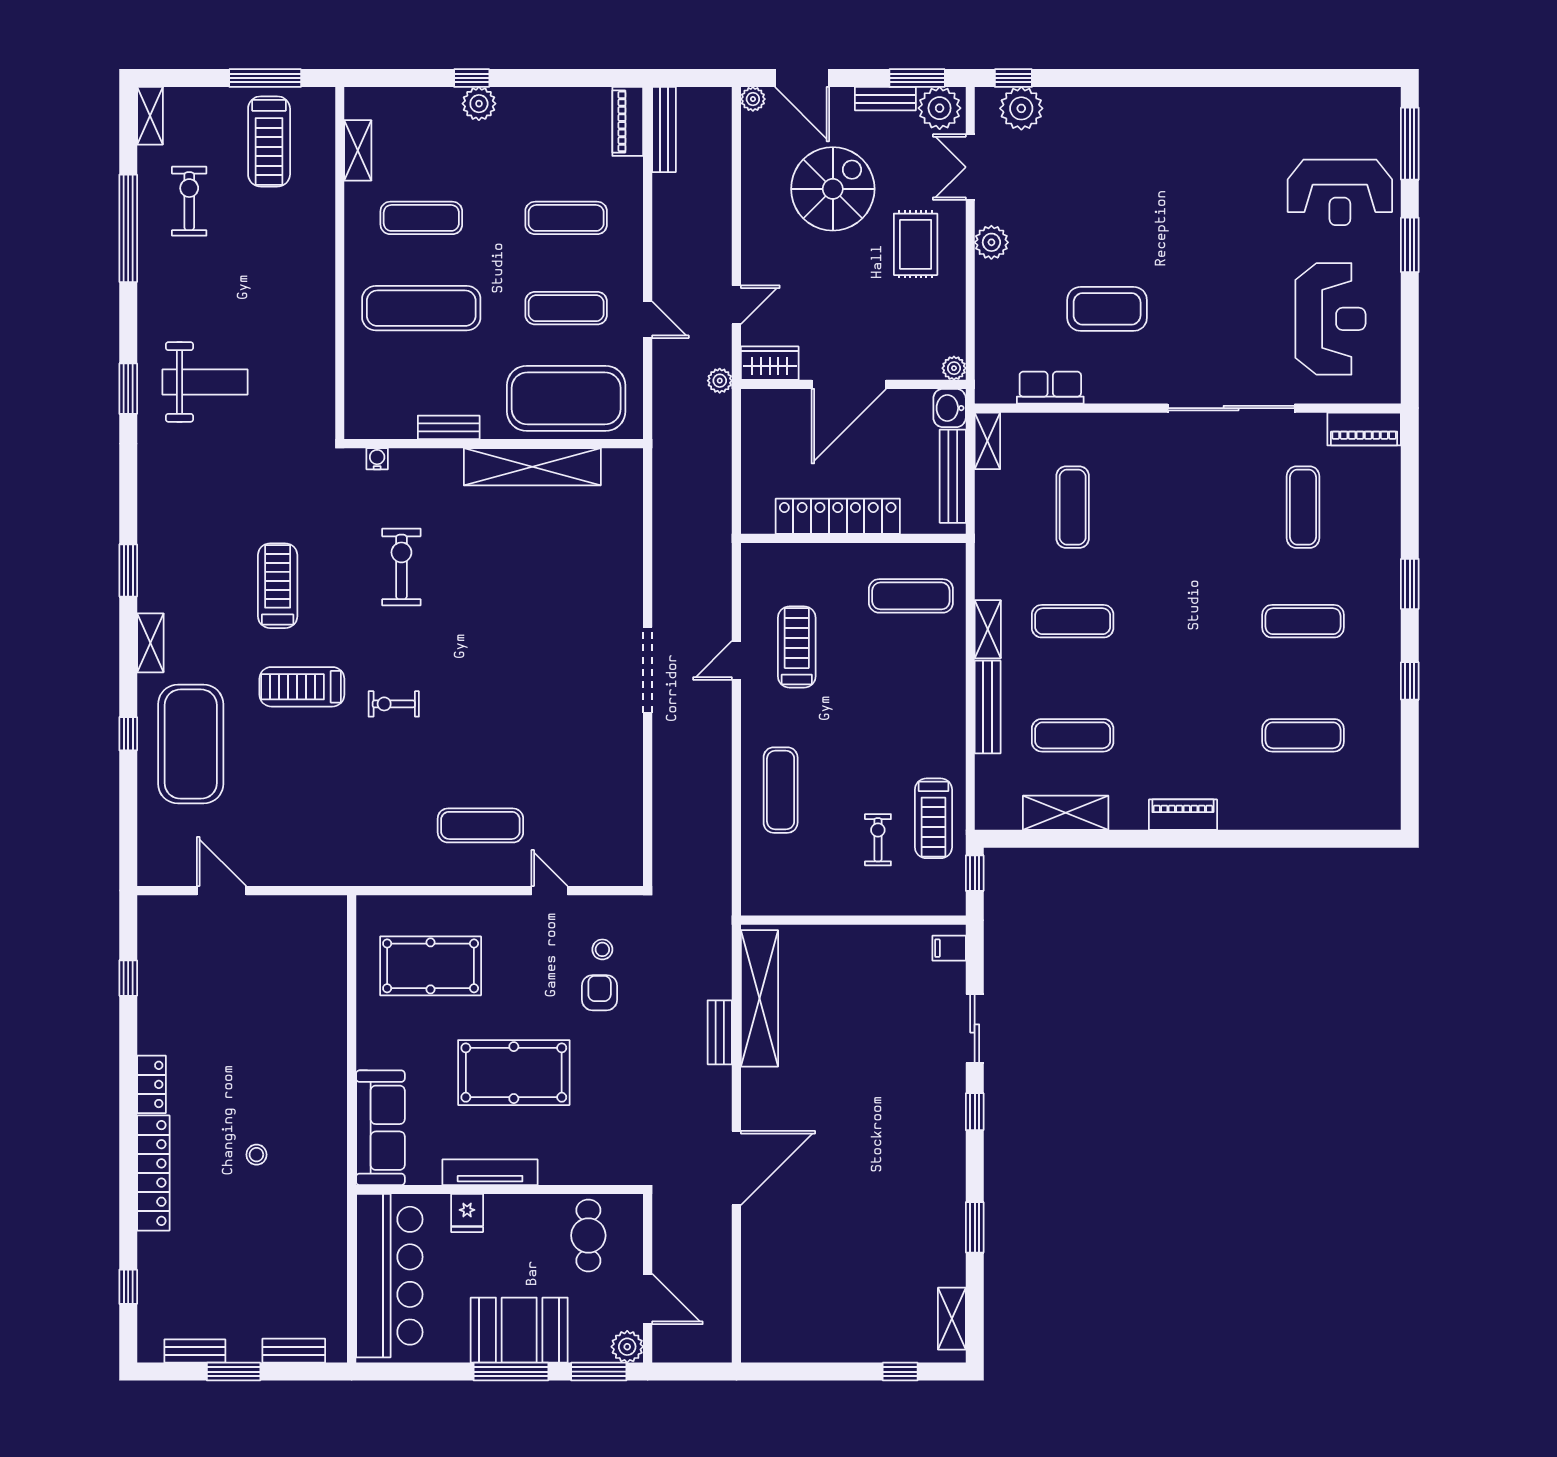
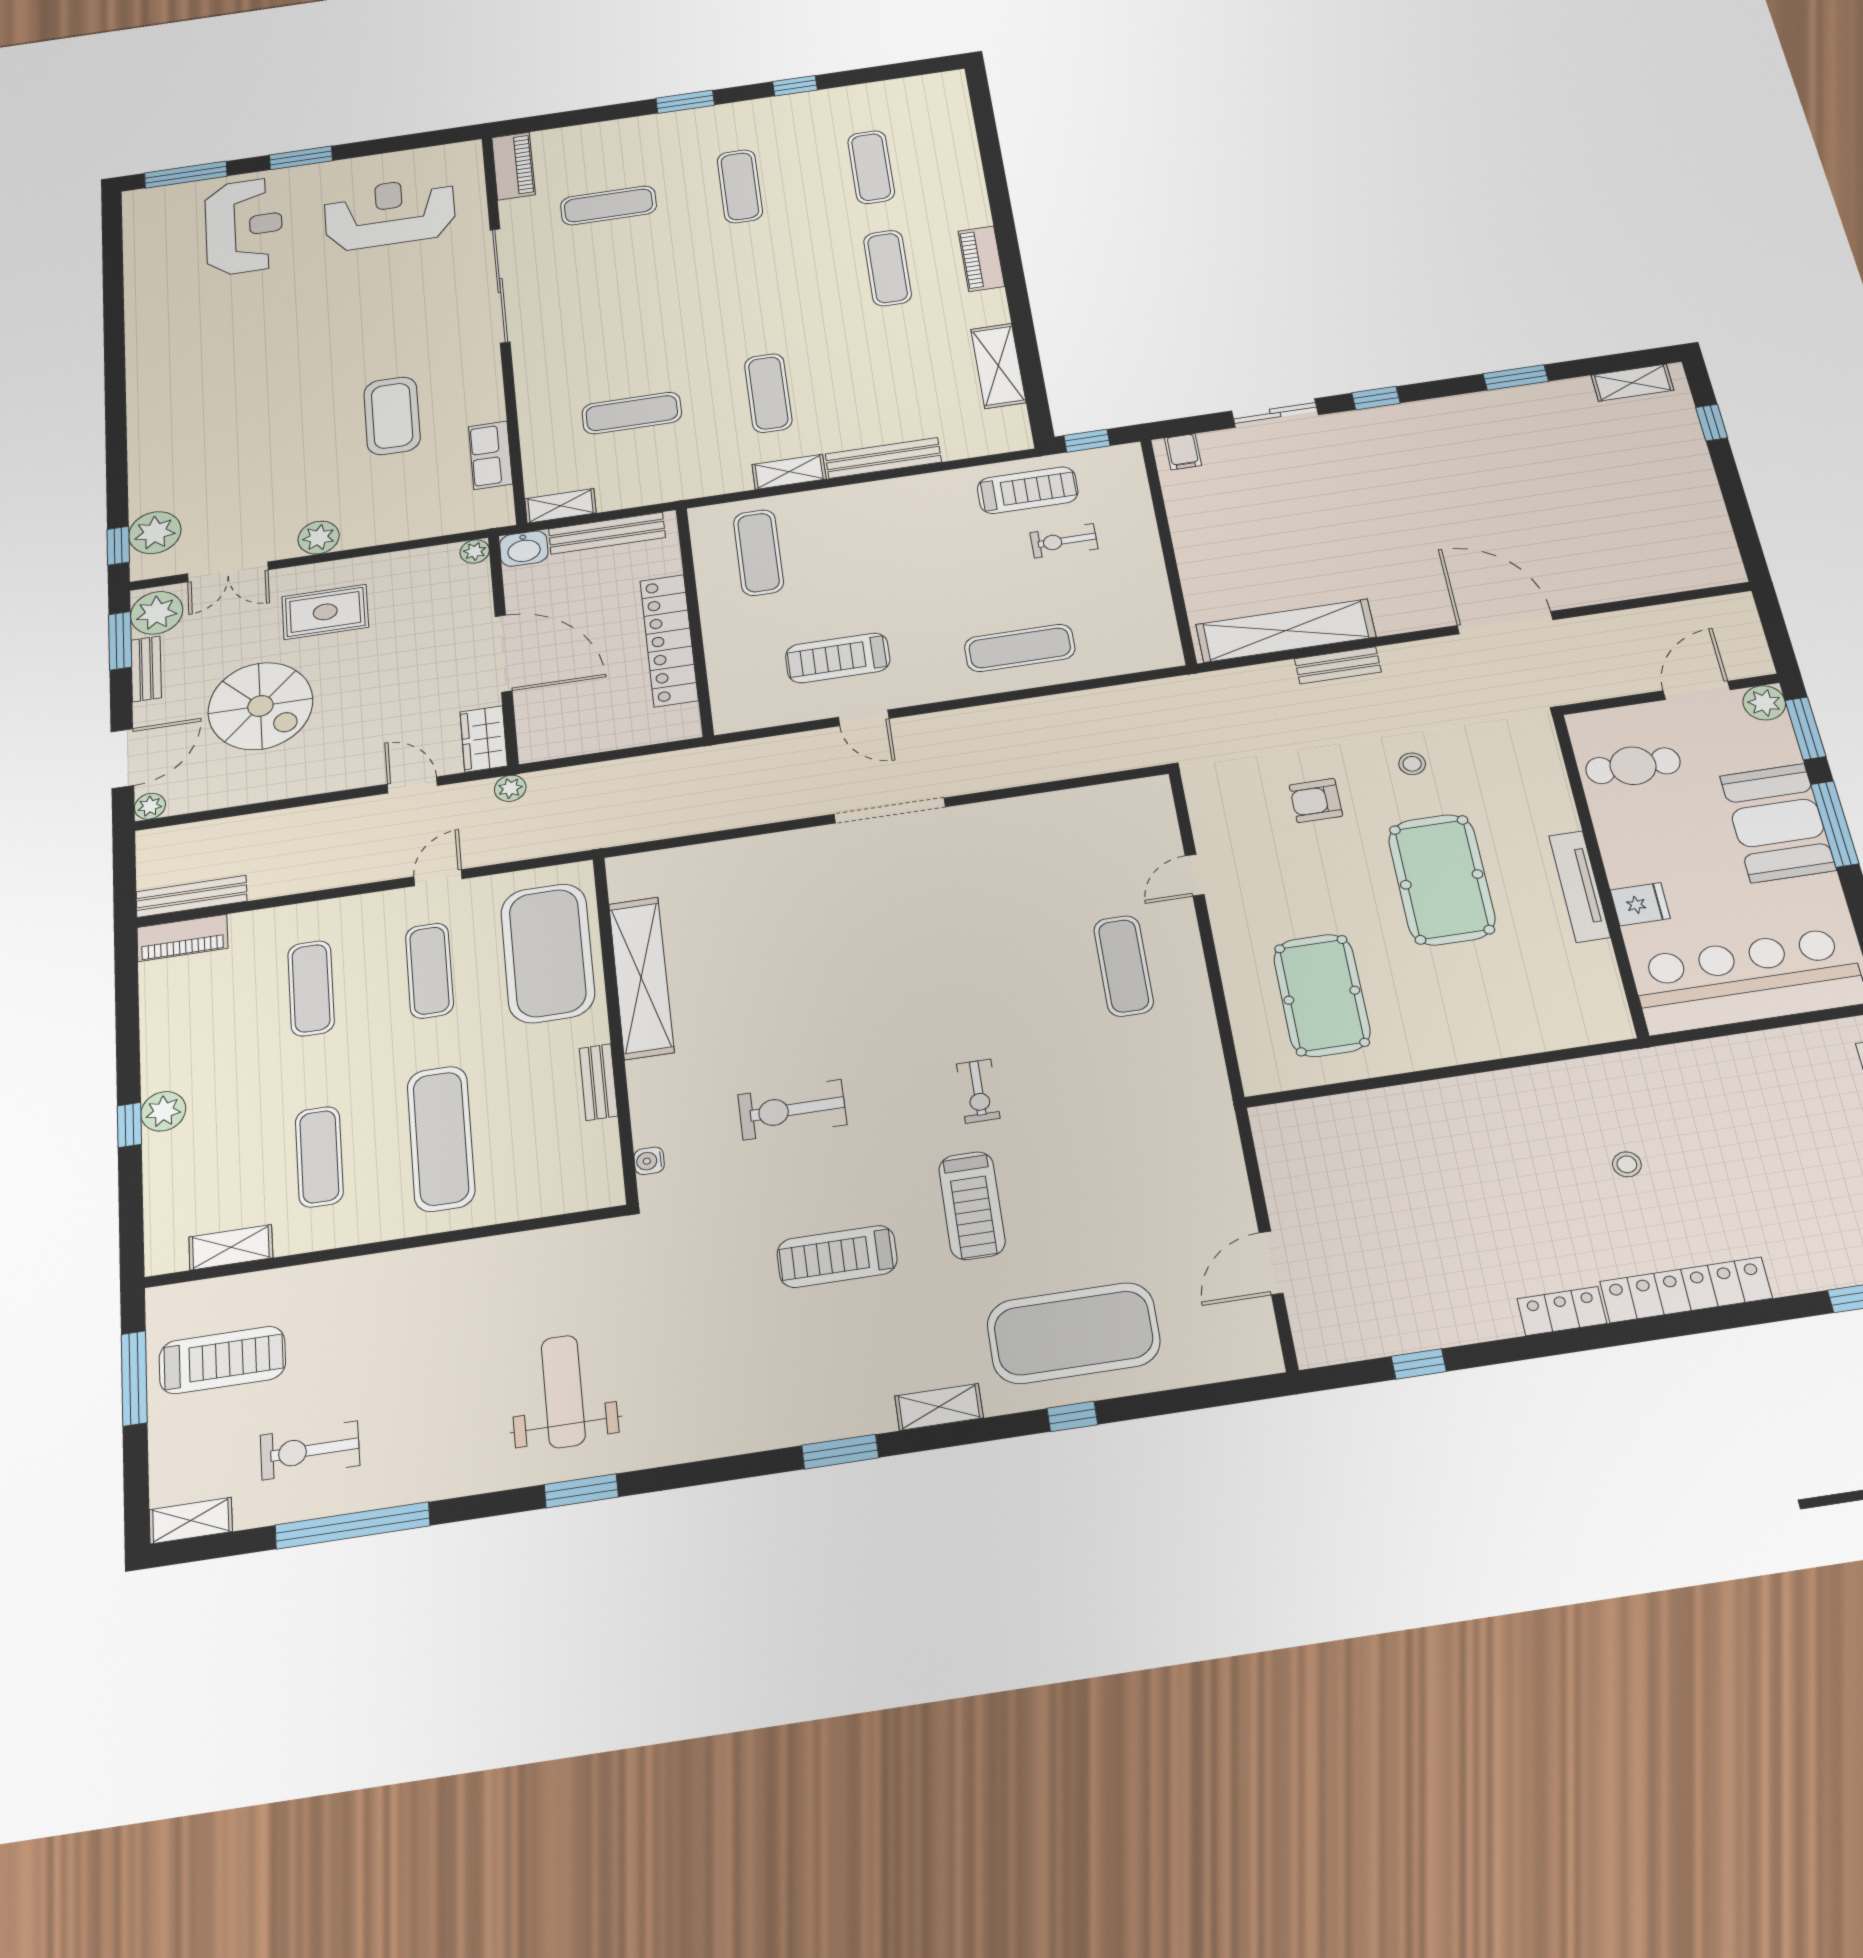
spiral stairs: (833, 189) -> (260, 706), turned 180
exercise mat: (1073, 735) -> (888, 268), moved
stool: (602, 949) -> (1412, 764), moved
sofa: (380, 1128) -> (1552, 1021), removed

